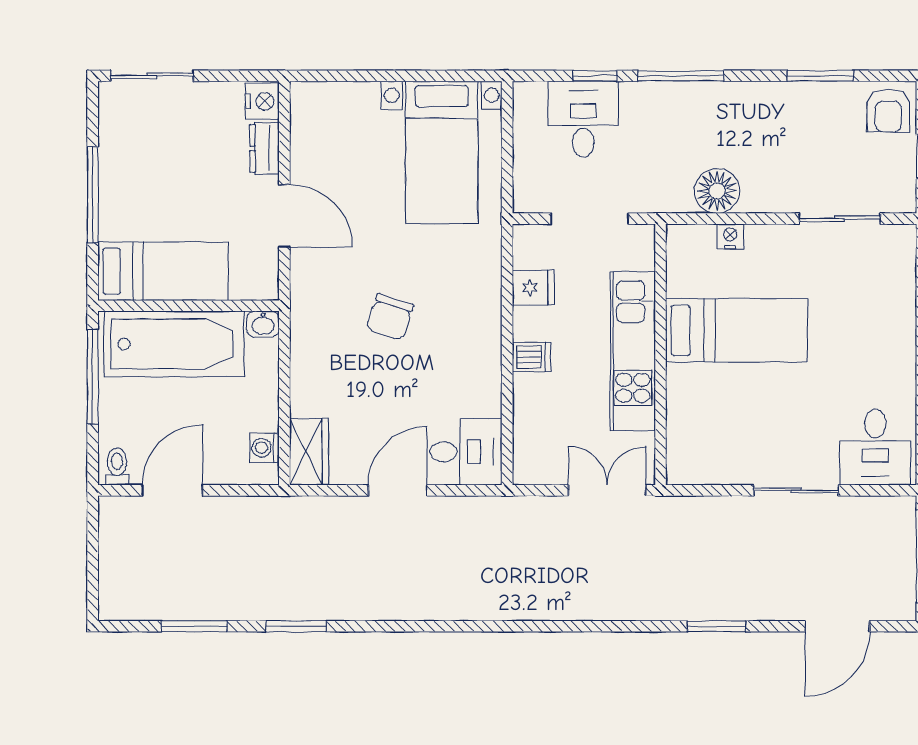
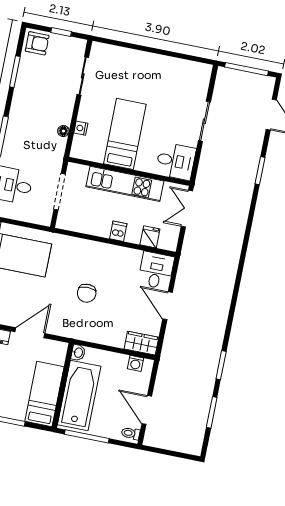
floor lamp: (717, 191) -> (63, 131), width x0.53, depth x0.53
fridge: (533, 288) -> (150, 237), moved
chair: (390, 317) -> (87, 293), turned 72
desk: (875, 447) -> (176, 161), moved

